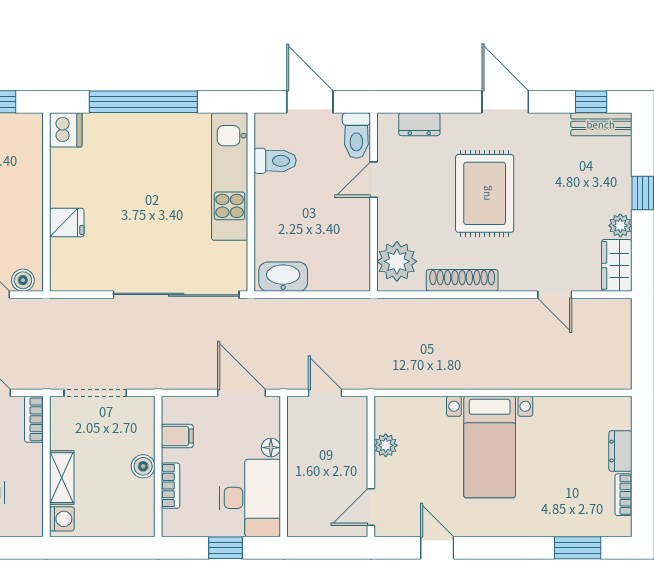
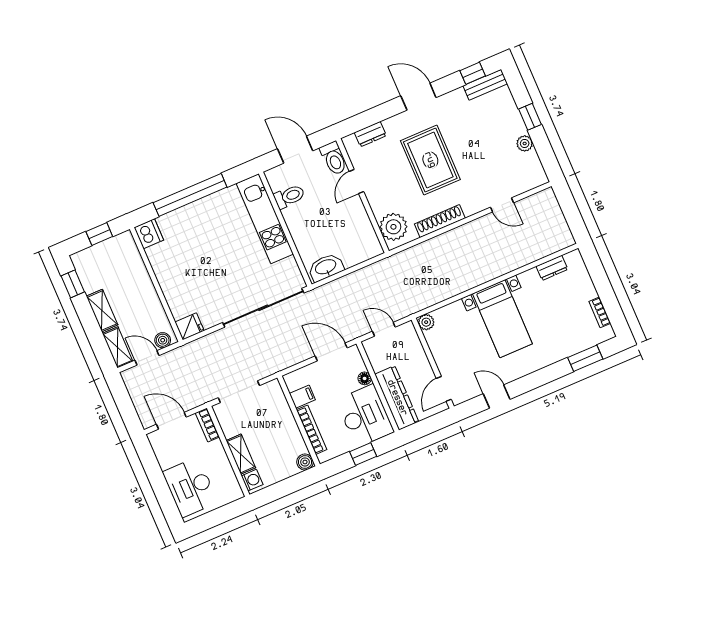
fridge: (67, 223) -> (189, 326), moved
wardrobe: (617, 265) -> (533, 170), removed
plant: (386, 445) -> (426, 322), moved
dresser: (620, 451) -> (552, 268), moved, turned -90
boiler: (143, 466) -> (305, 462), moved
bookcase: (171, 486) -> (312, 430), width x1.56
dresser: (303, 492) -> (397, 398), added

